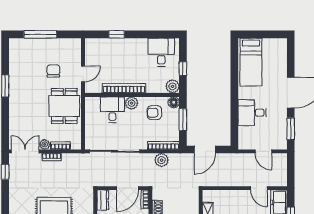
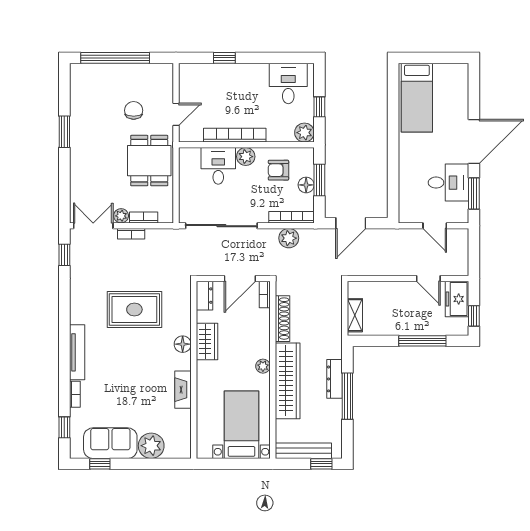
window: (40, 34) -> (115, 58), width x1.46
floor lamp: (174, 102) -> (306, 185), moved
desk: (252, 113) -> (449, 183), moved, turned 180

